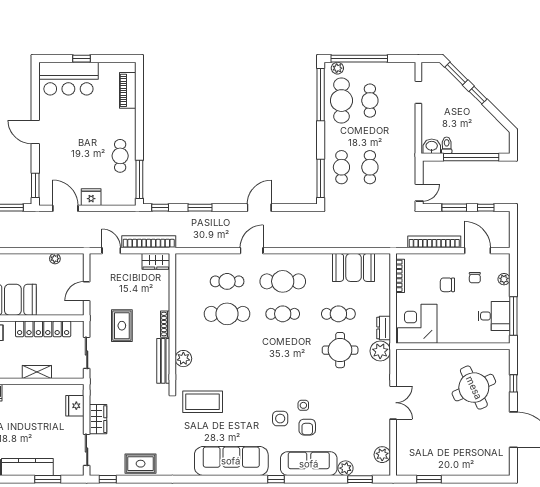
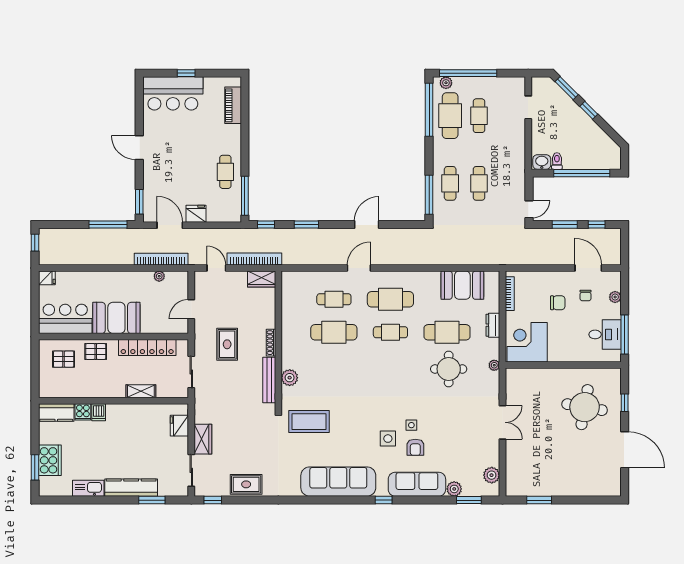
bookcase: (434, 242) -> (161, 259), moved
chair: (447, 285) -> (558, 303), turned 180
cafe table: (338, 314) -> (447, 332), width x1.37, depth x1.35
dresser: (384, 328) -> (493, 325), moved
plant: (380, 351) -> (494, 365), width x0.53, depth x0.53
round table: (474, 388) -> (585, 407), turned 35

